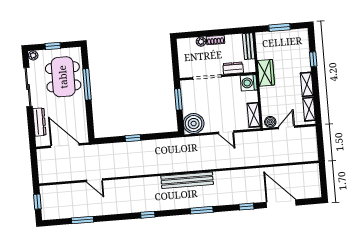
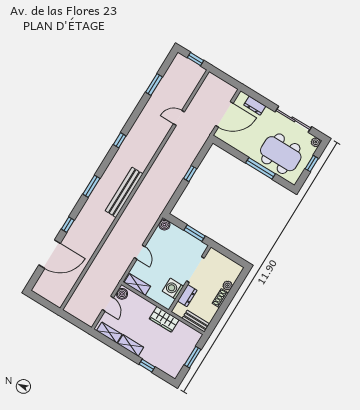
washing machine: (249, 83) -> (173, 289), moved, turned -90
dresser: (39, 122) -> (255, 106), width x0.70
boiler: (194, 124) -> (164, 225), width x0.54, depth x0.54
door: (226, 132) -> (140, 252), swing flipped

